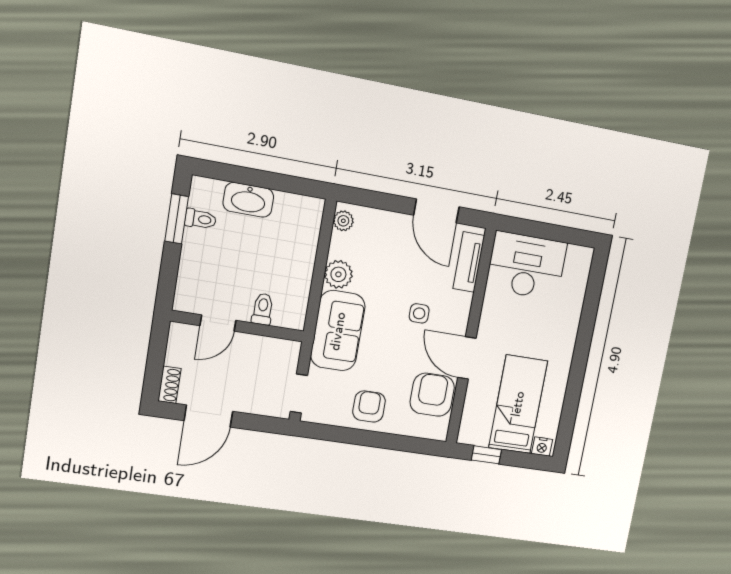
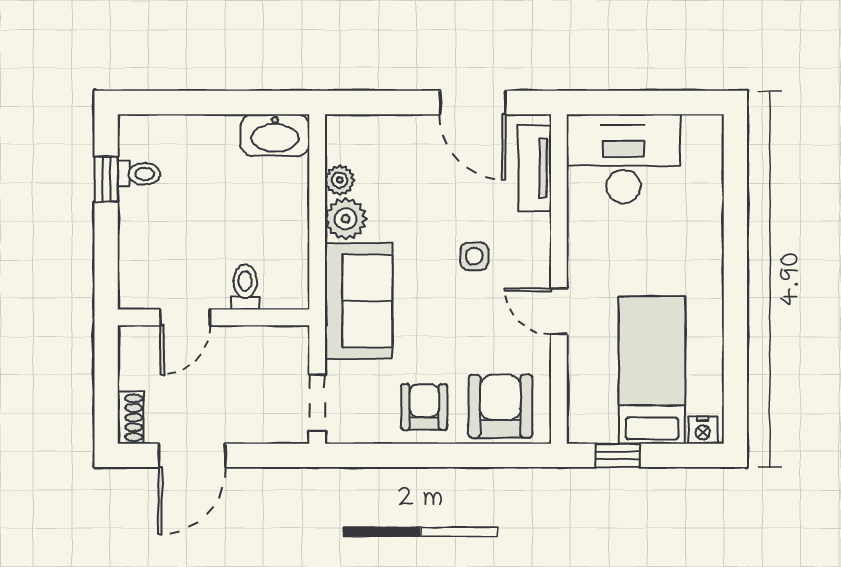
washbasin: (248, 200) -> (275, 135), moved
window: (177, 219) -> (106, 179), width x0.67
plant: (343, 221) -> (340, 180), moved
door: (467, 358) -> (559, 311), width x0.73
armchair: (432, 395) -> (500, 406), moved

